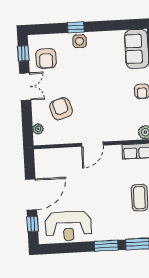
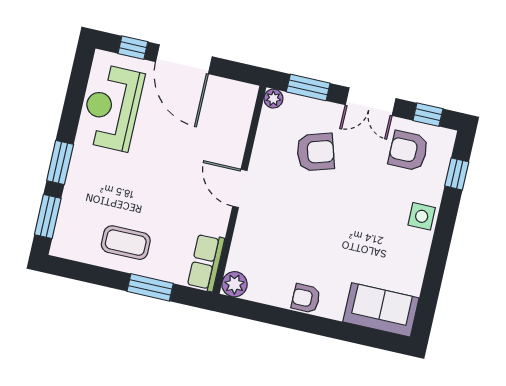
window: (76, 27) -> (457, 174), moved
window: (27, 123) -> (308, 87), added
plant: (38, 129) -> (273, 99), moved

